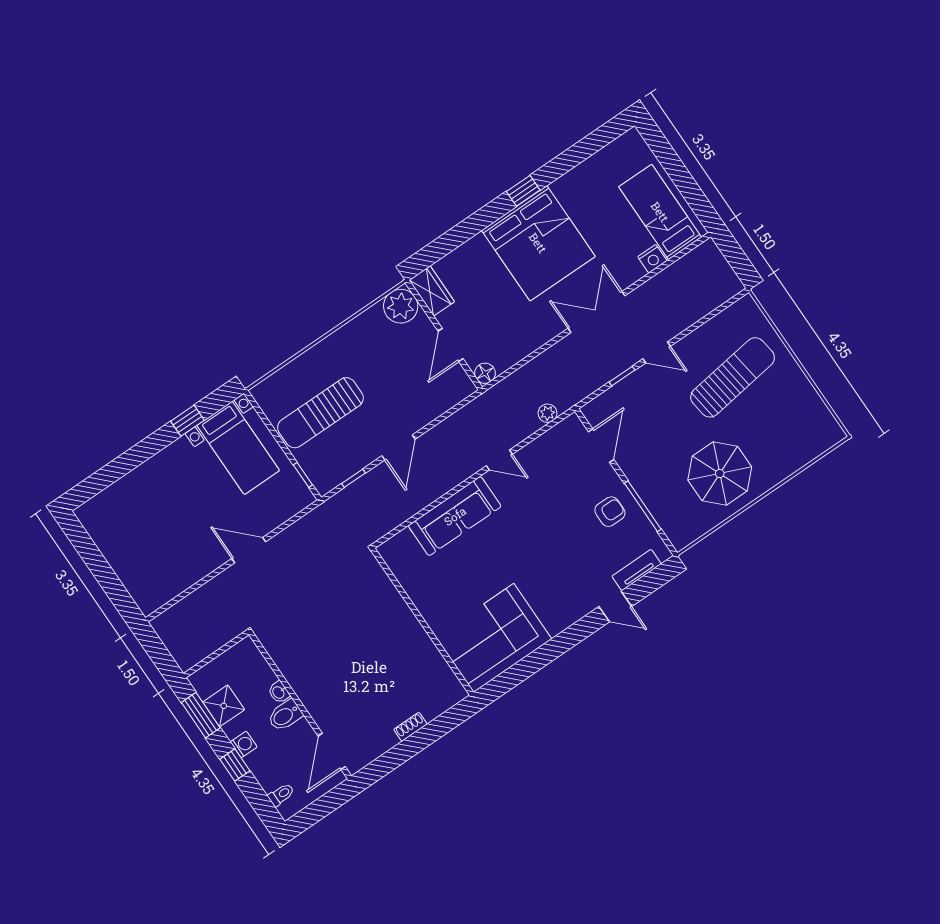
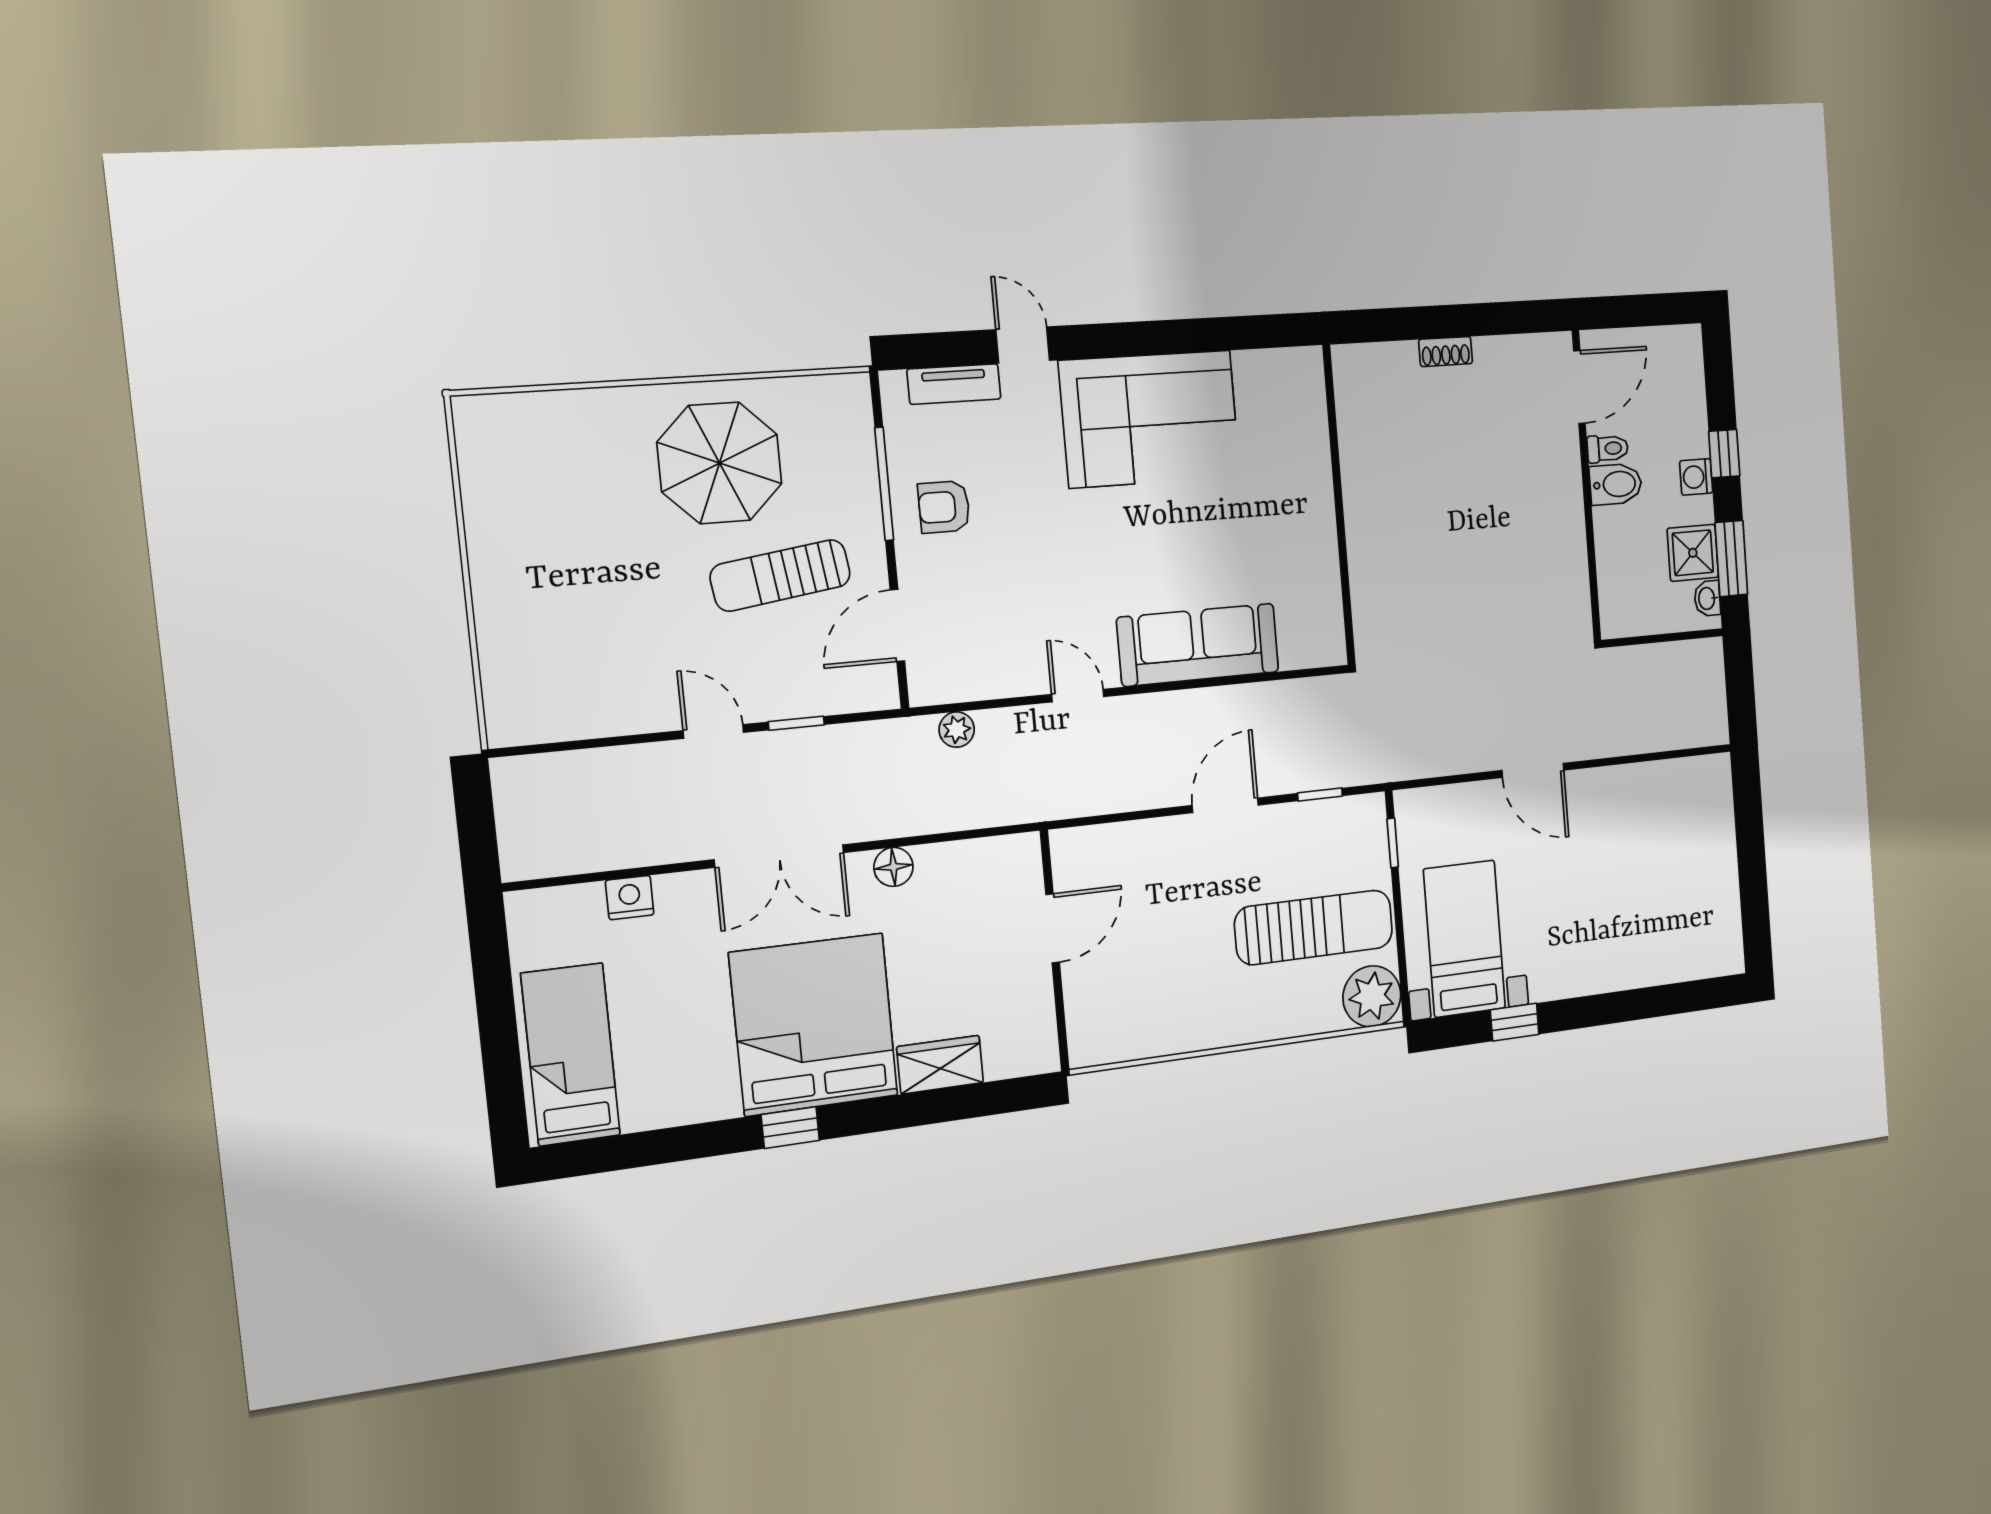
bed: (660, 212) -> (571, 1054), moved, turned 180
wardrobe: (432, 291) -> (940, 1065), moved, turned 90
plant: (401, 306) -> (1372, 996), moved
floor lamp: (485, 373) -> (893, 867), moved
sun lounger: (733, 377) -> (780, 575), moved, width x0.73, depth x0.75
corner sofa: (494, 638) -> (1150, 419), moved
washbasin: (279, 692) -> (1707, 598), moved, turned 180
toilet: (281, 795) -> (1608, 449), moved, turned 180

